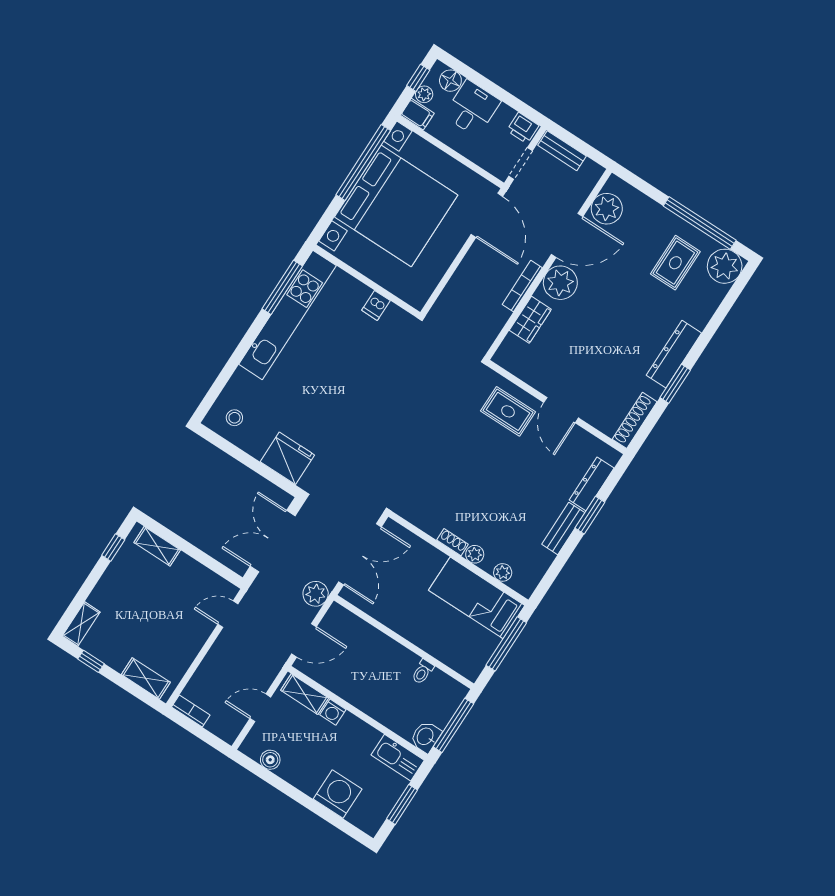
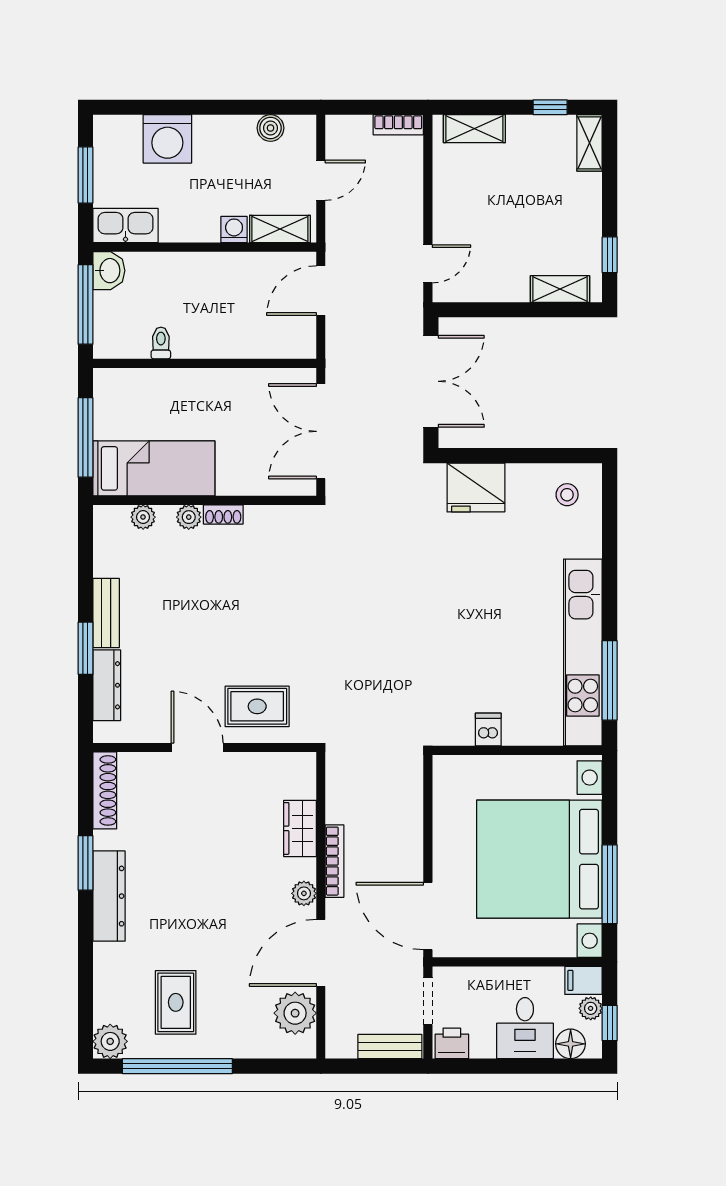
window: (363, 163) -> (610, 884), width x0.68
plant: (725, 266) -> (110, 1041), width x0.73, depth x0.73
plant: (560, 283) -> (304, 893), width x0.53, depth x0.53
plant: (316, 594) -> (342, 353), removed

